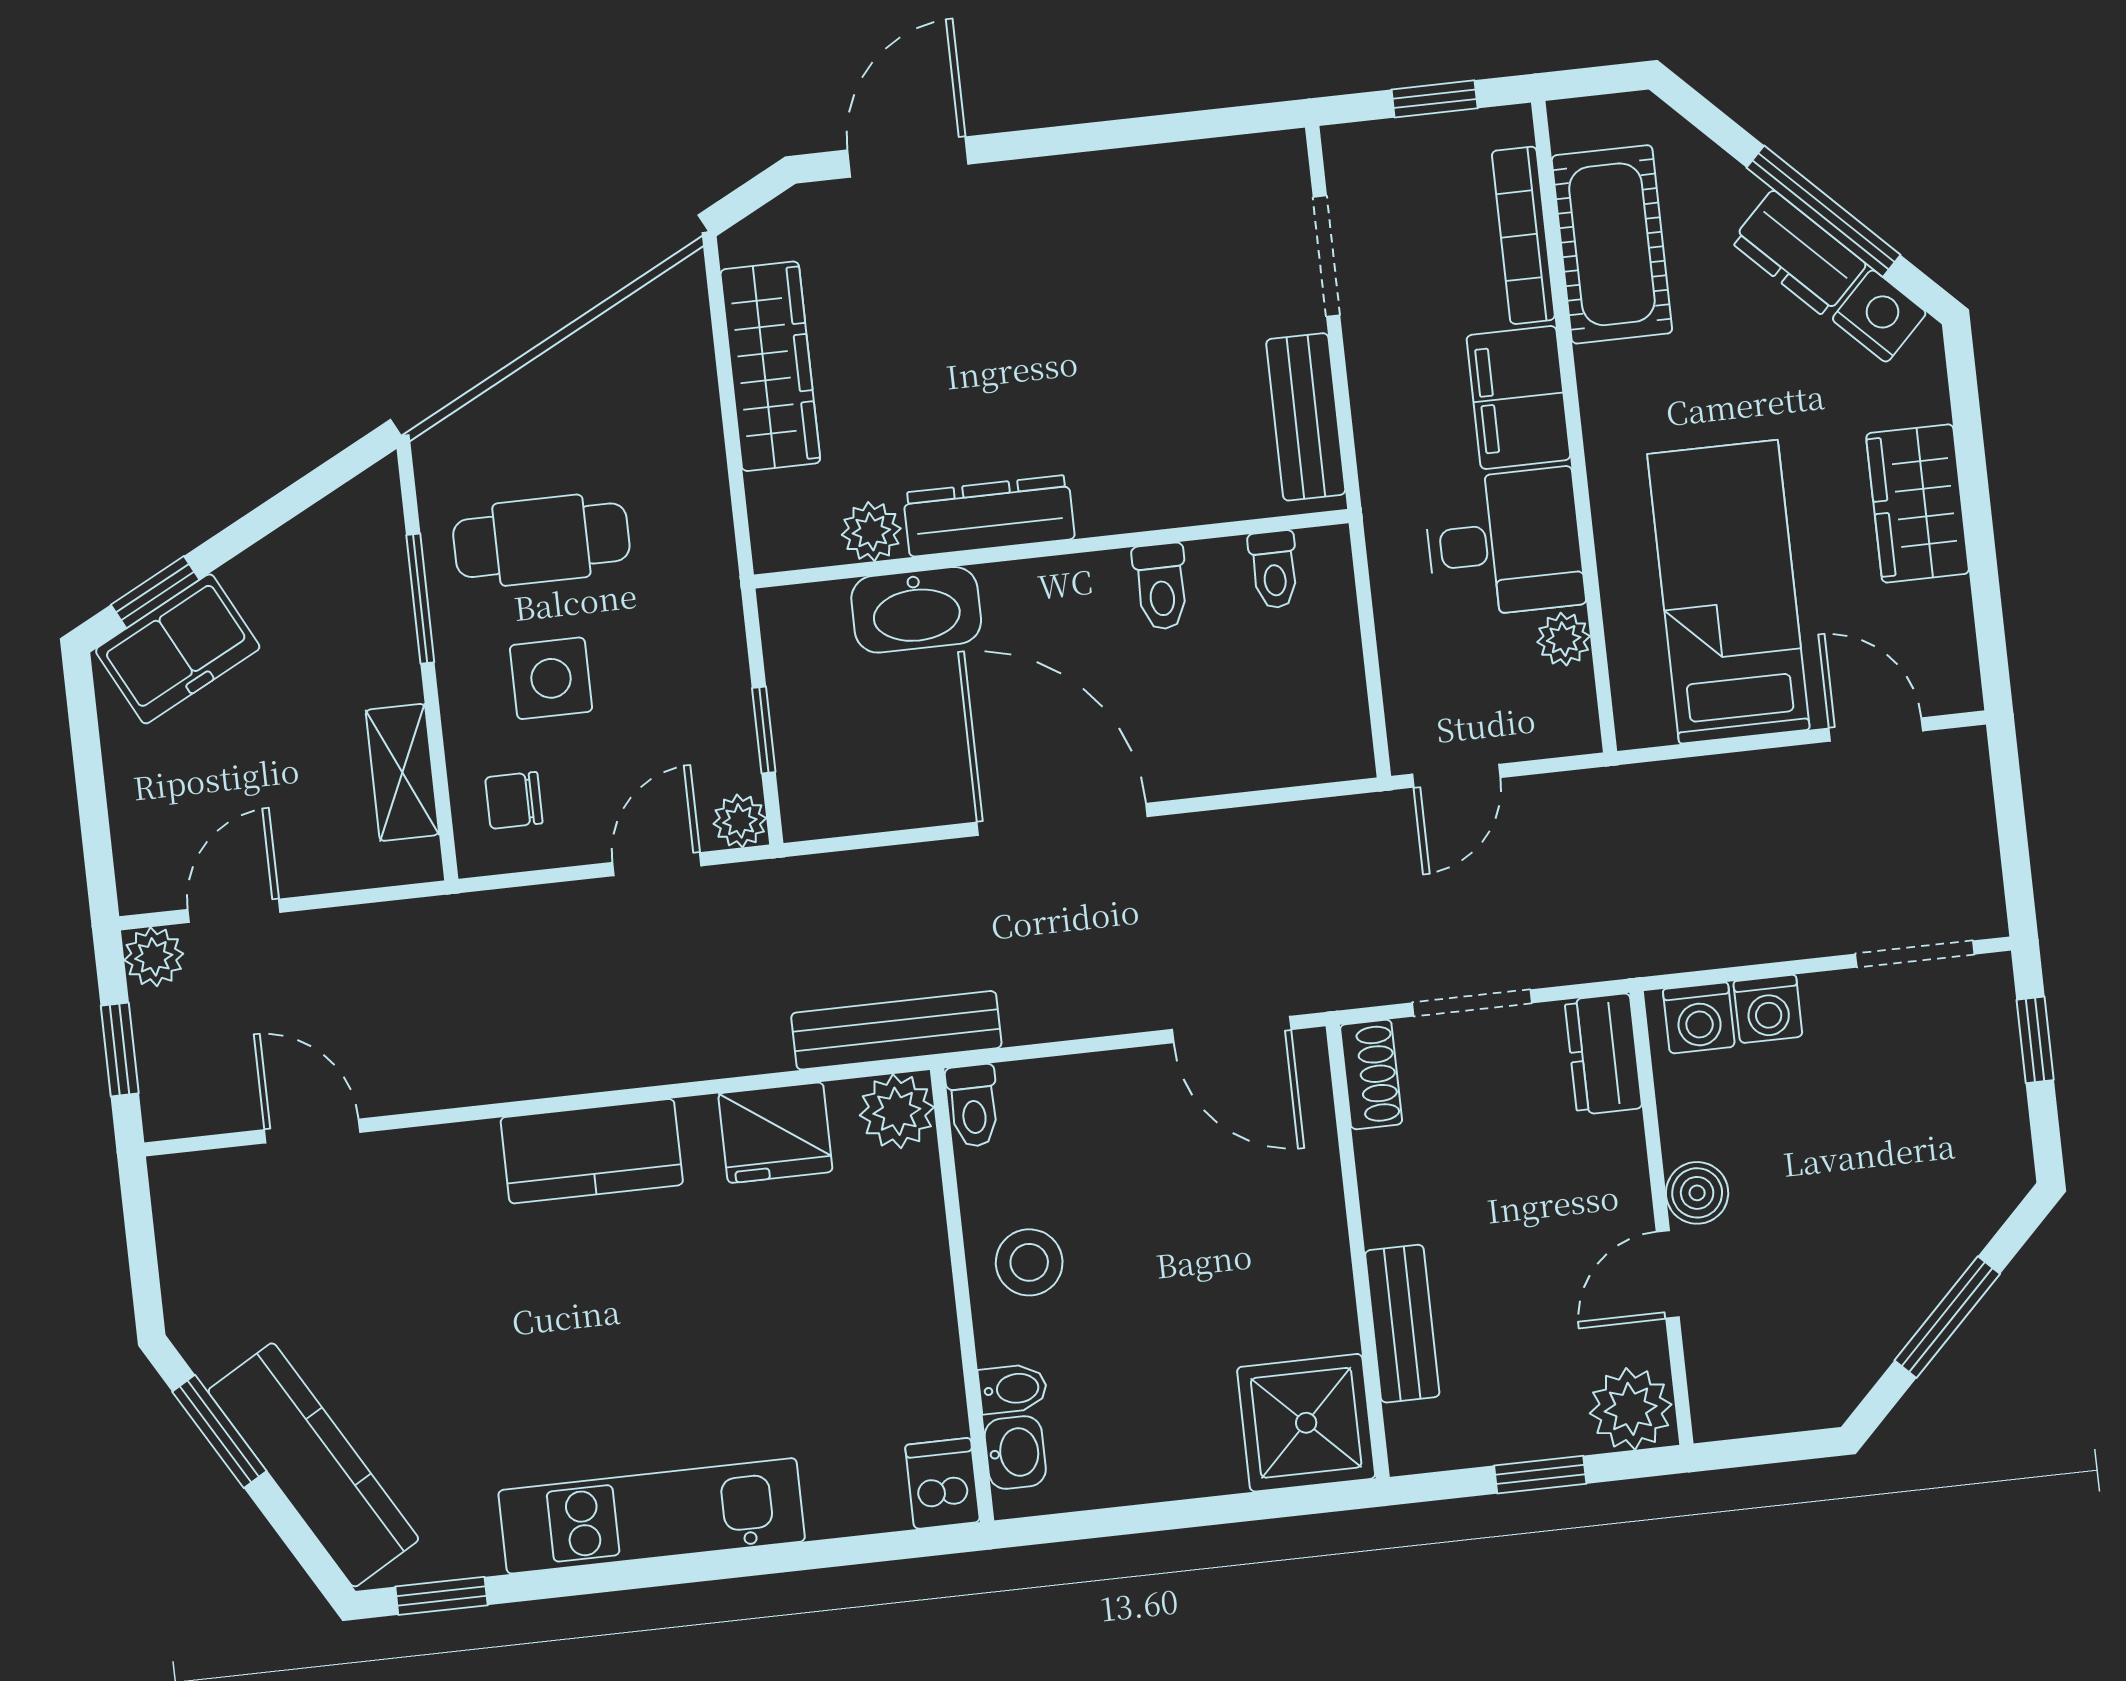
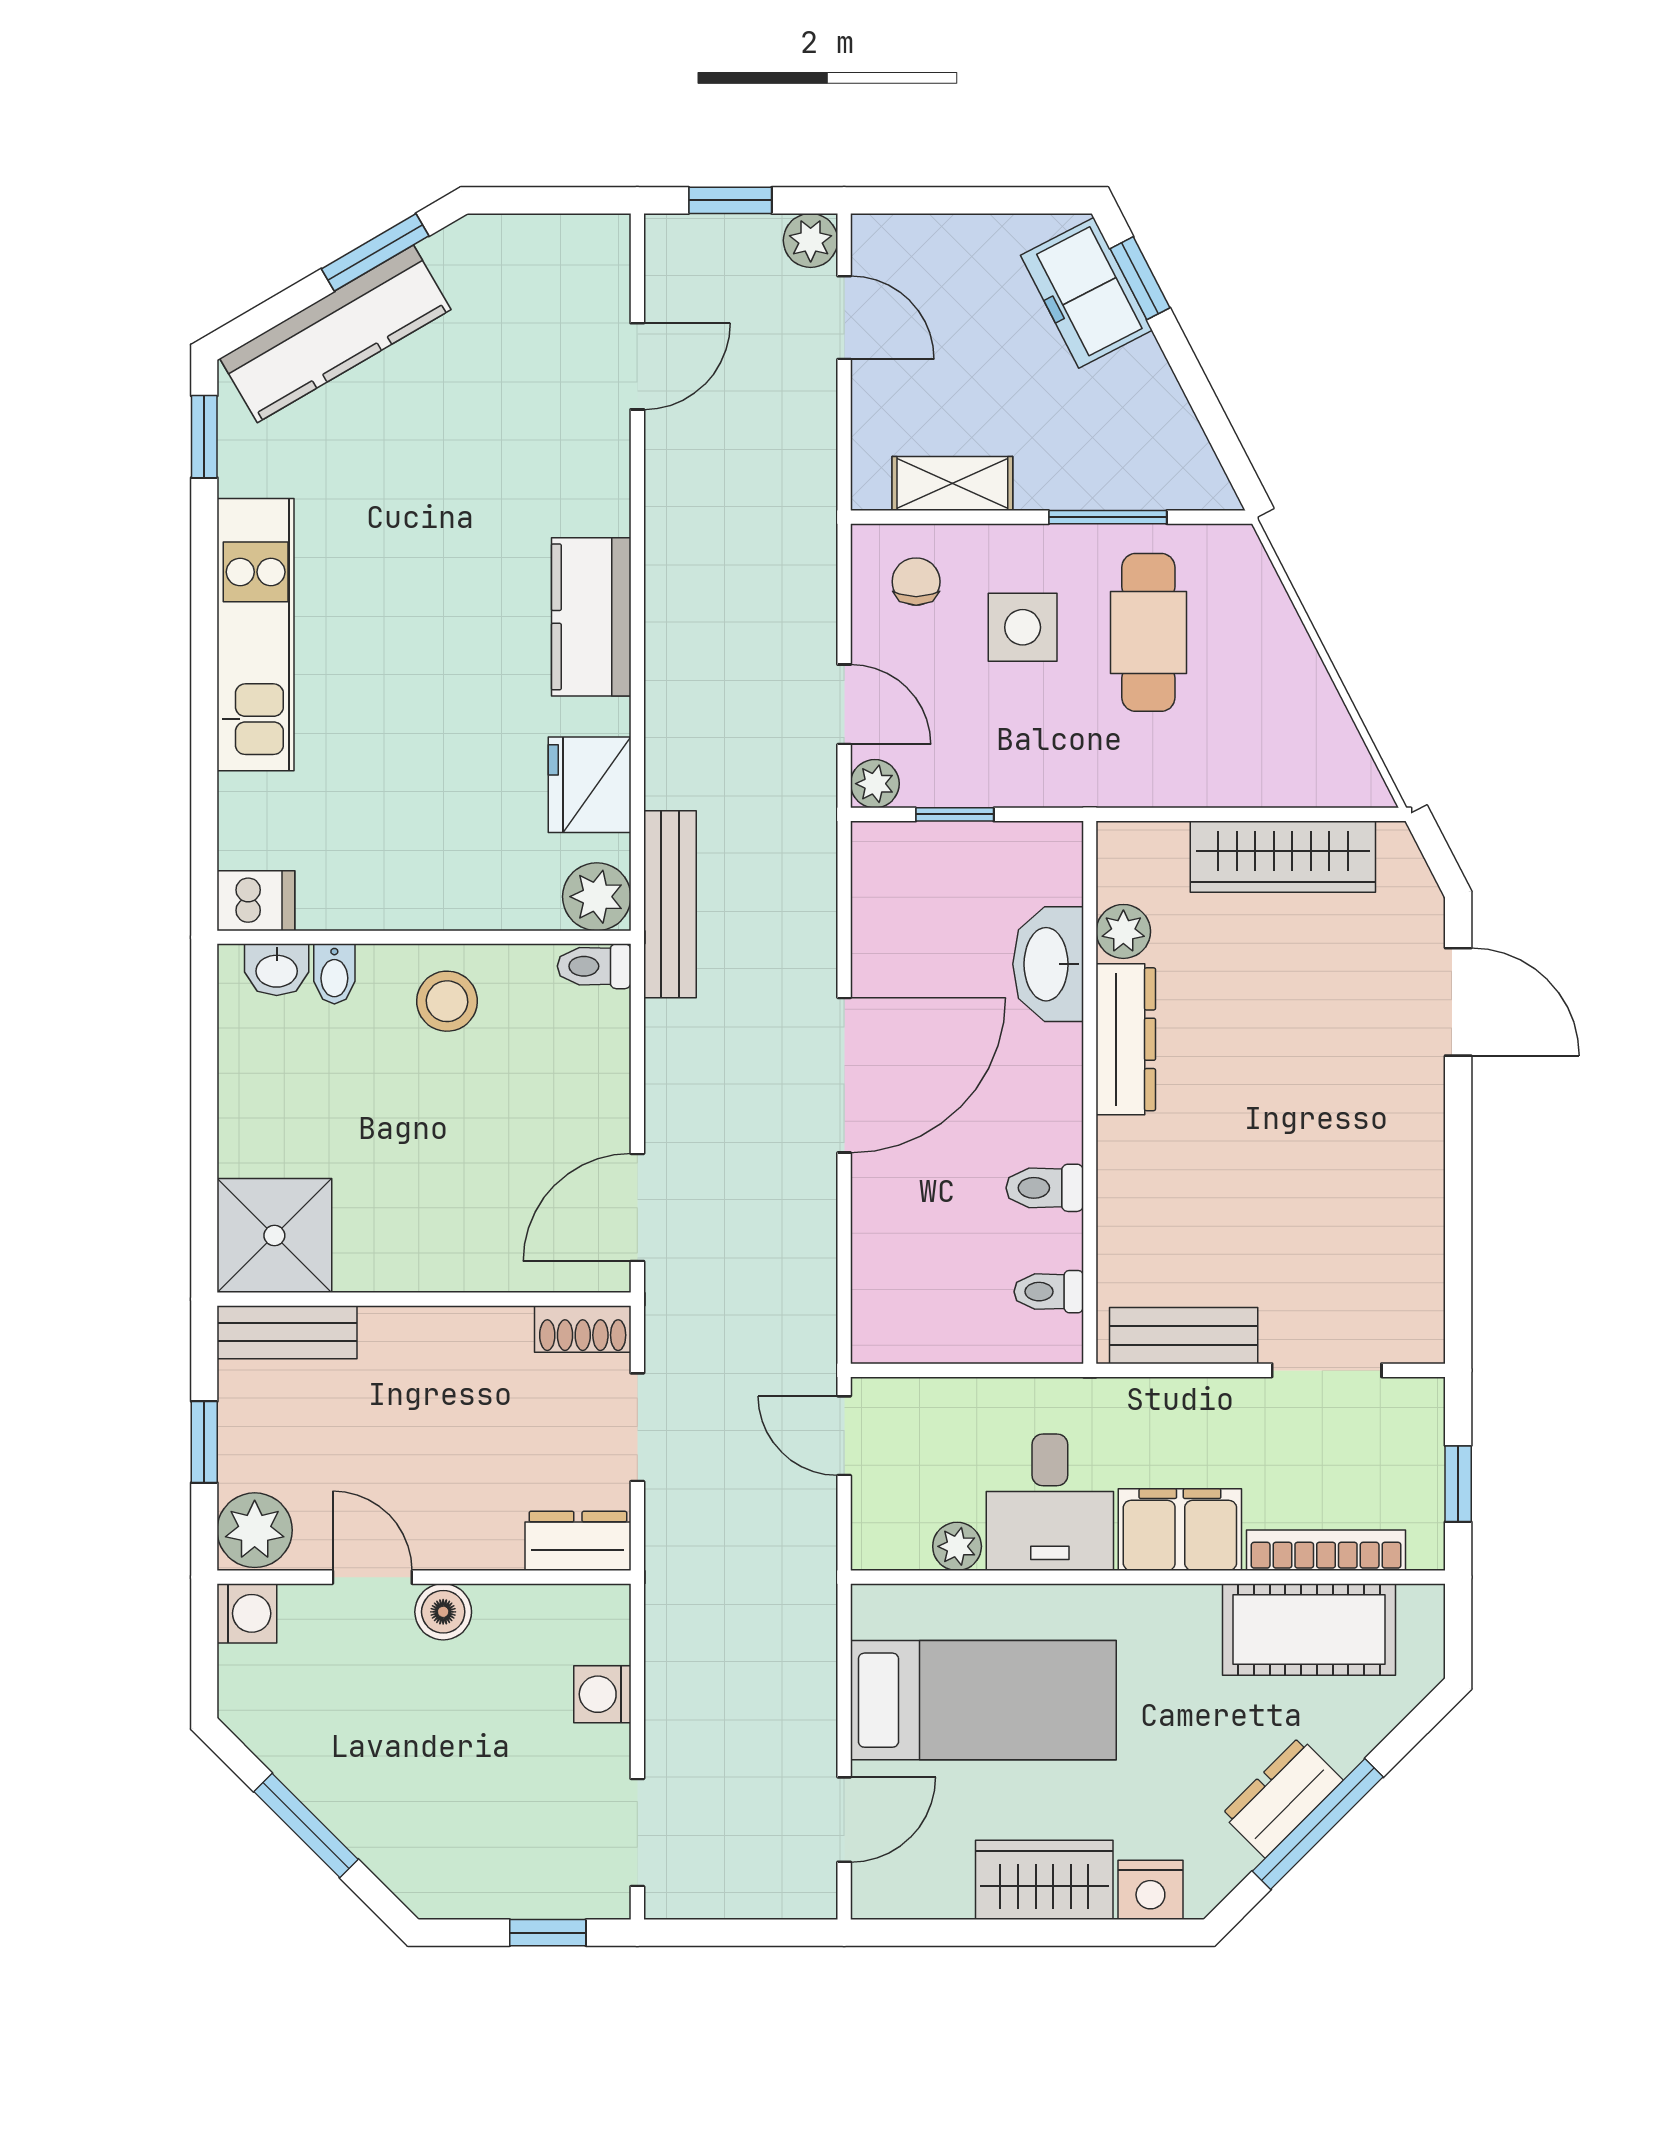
nightstand: (1879, 316) -> (1150, 1890), moved, turned 45
washing machine: (1699, 1018) -> (247, 1613), moved, turned 180
bench: (1402, 1324) -> (287, 1332), moved

